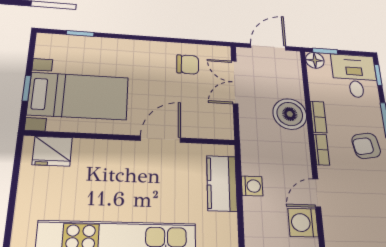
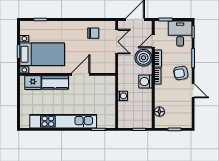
floor lamp: (315, 60) -> (159, 112), moved
double door: (235, 82) -> (117, 42), swing flipped
kitchen counter: (222, 183) -> (55, 82), moved, turned -90
door: (317, 193) -> (153, 41), moved
washing machine: (303, 223) -> (145, 82), moved

